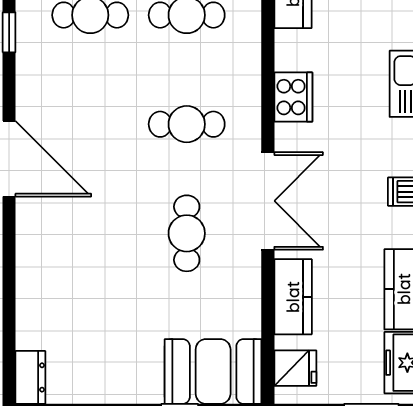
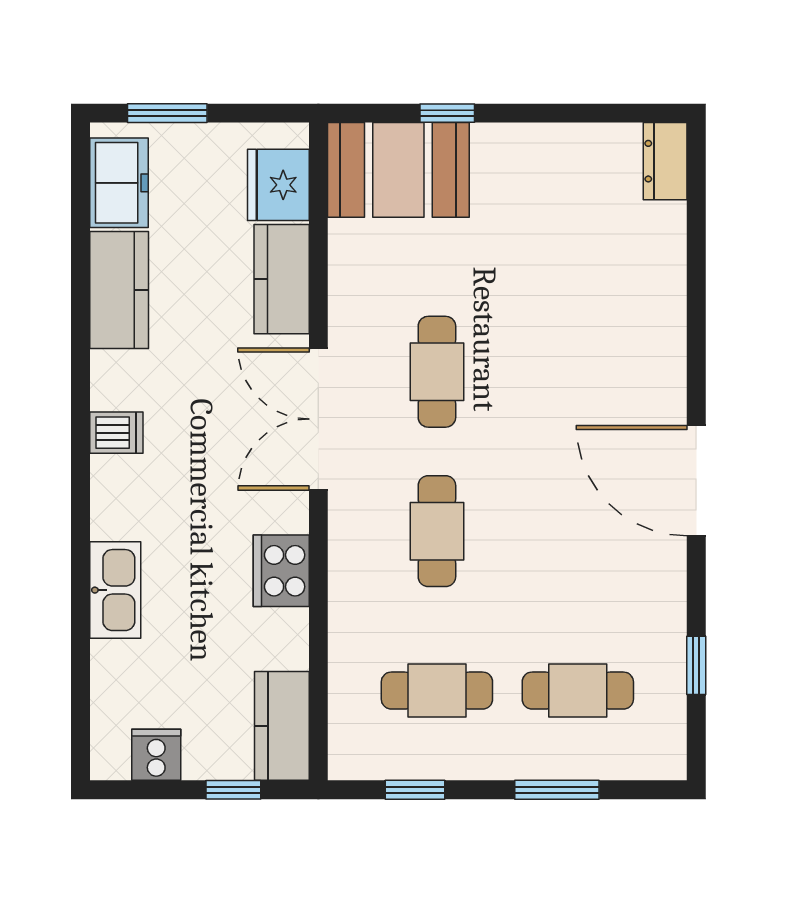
cafe table: (187, 124) -> (437, 531), turned 90
fridge: (295, 368) -> (278, 185), width x1.38

